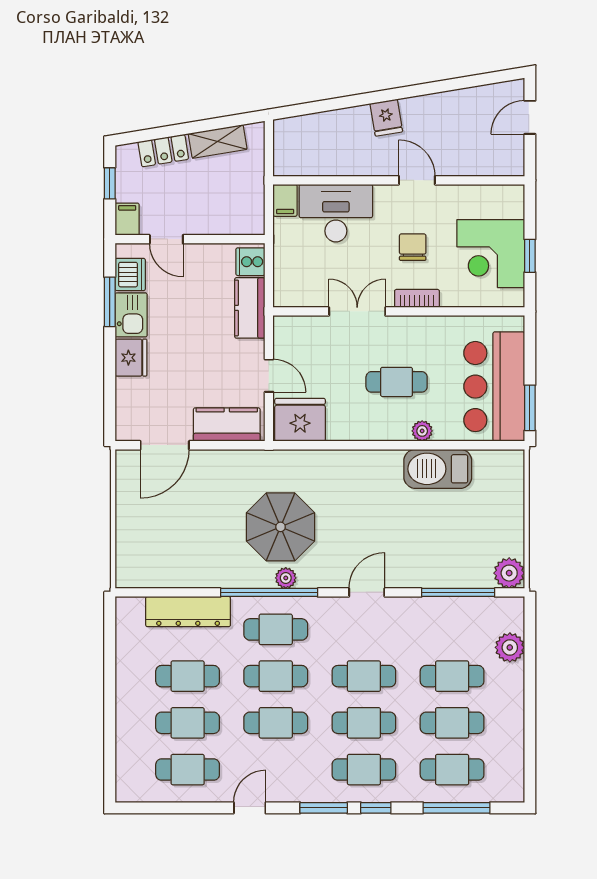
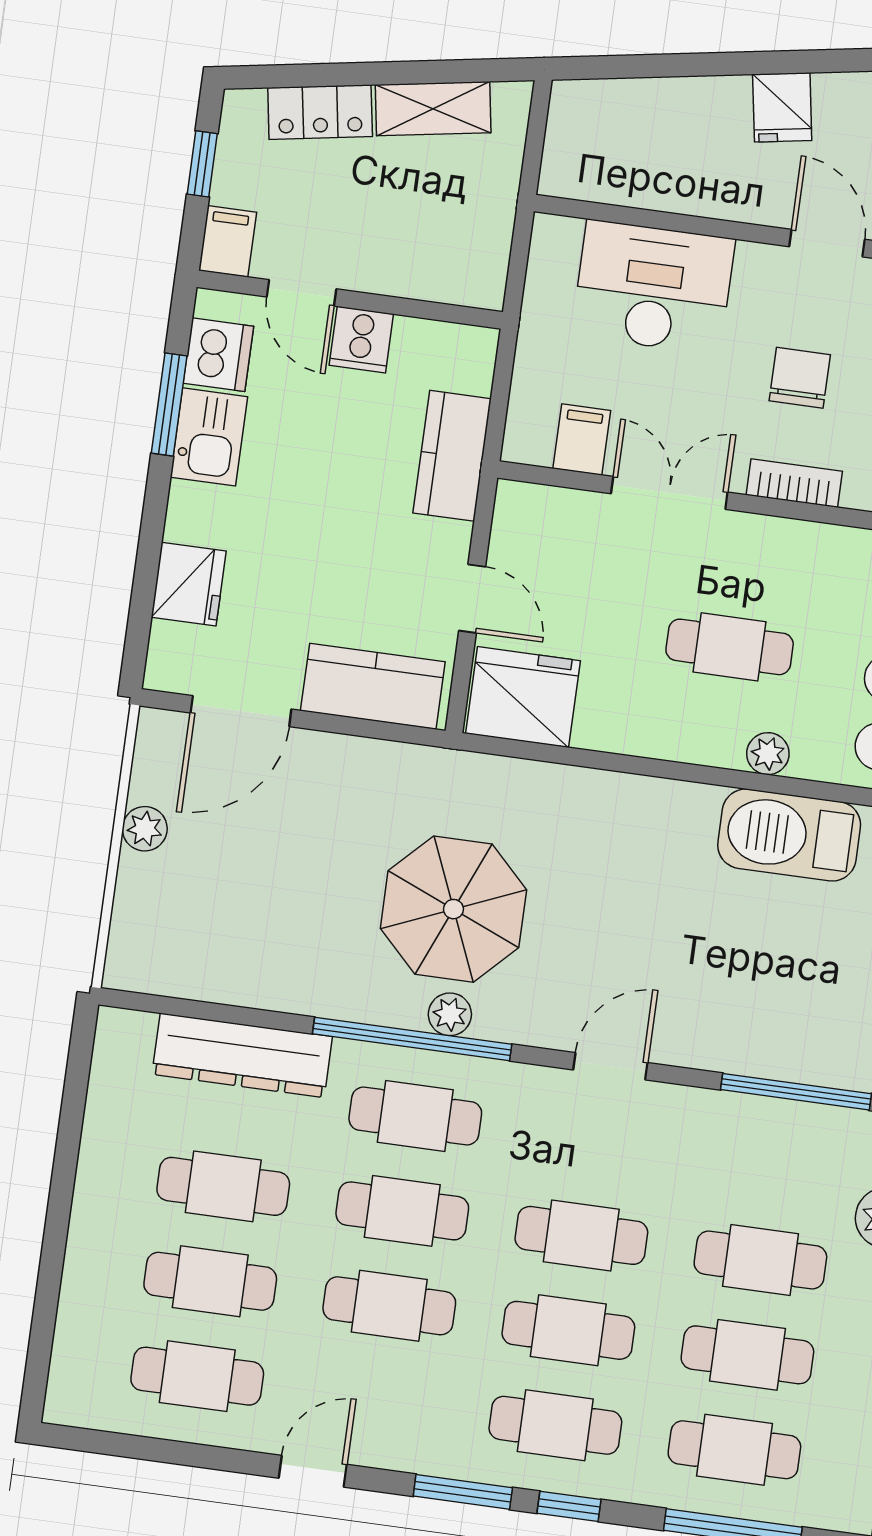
filing cabinet: (285, 200) -> (582, 439), moved, turned 180
cooker: (250, 262) -> (361, 340), moved, turned -90
fridge: (131, 358) -> (189, 584), moved
plant: (126, 508) -> (145, 829), added

